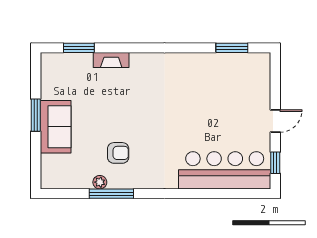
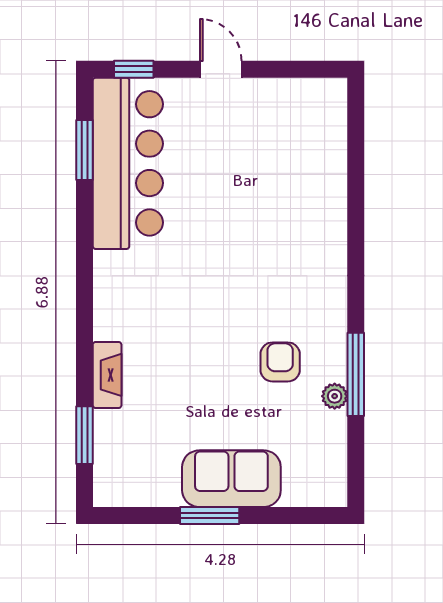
window: (275, 163) -> (134, 69), moved
bar counter: (225, 170) -> (128, 163), moved, turned 180

